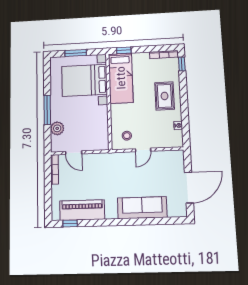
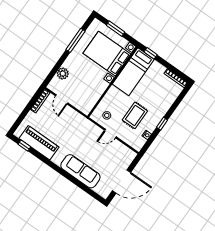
window: (182, 64) -> (162, 124), moved
rug: (165, 96) -> (135, 115), moved
window: (47, 110) -> (76, 40), moved

